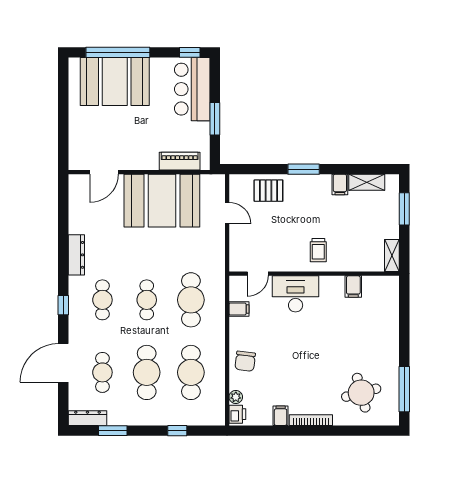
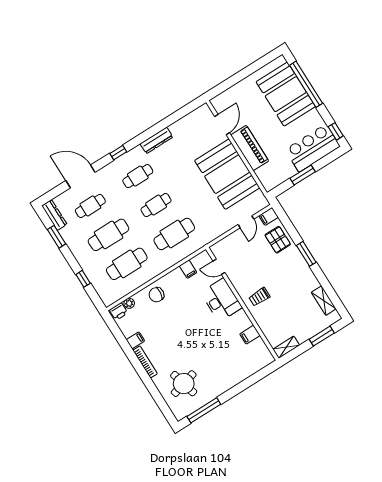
piano: (180, 161) -> (250, 148), moved, width x1.37, depth x1.33
door: (104, 172) -> (222, 125), swing flipped
filing cabinet: (340, 184) -> (269, 216), moved

